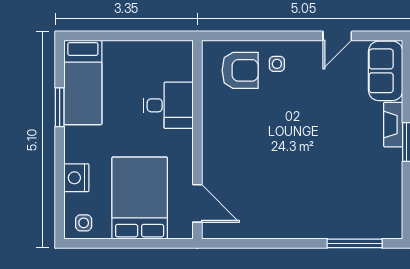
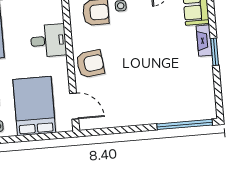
armchair: (226, 144) -> (90, 64), added
window: (355, 243) -> (185, 124), width x1.46

